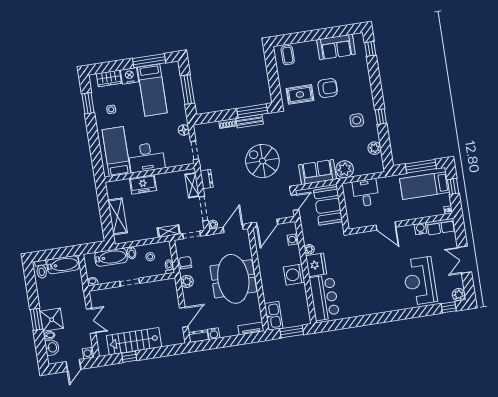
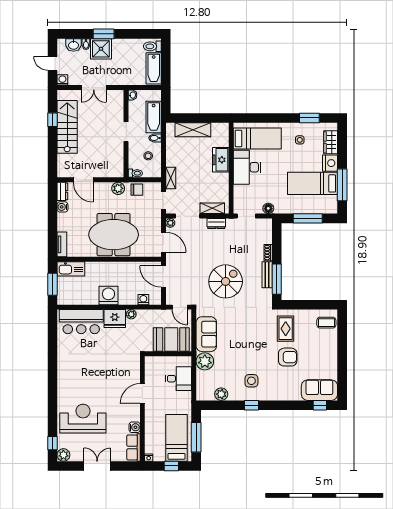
sofa: (336, 47) -> (319, 390), moved, turned 90
armchair: (328, 88) -> (288, 357), turned -90

